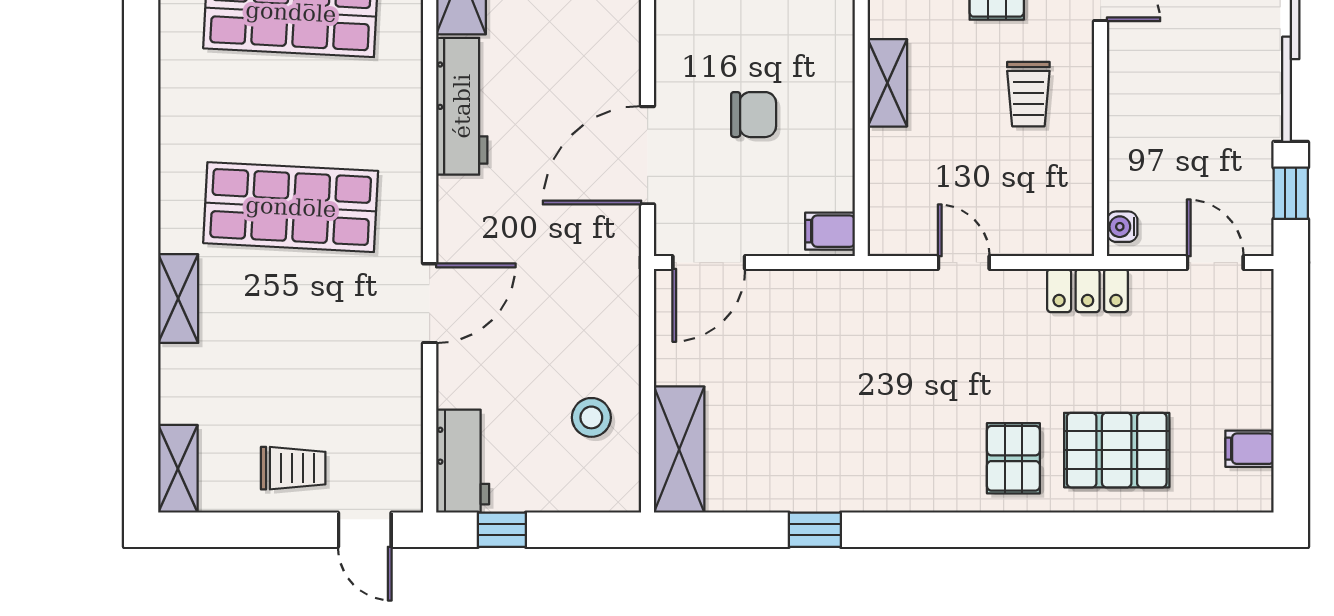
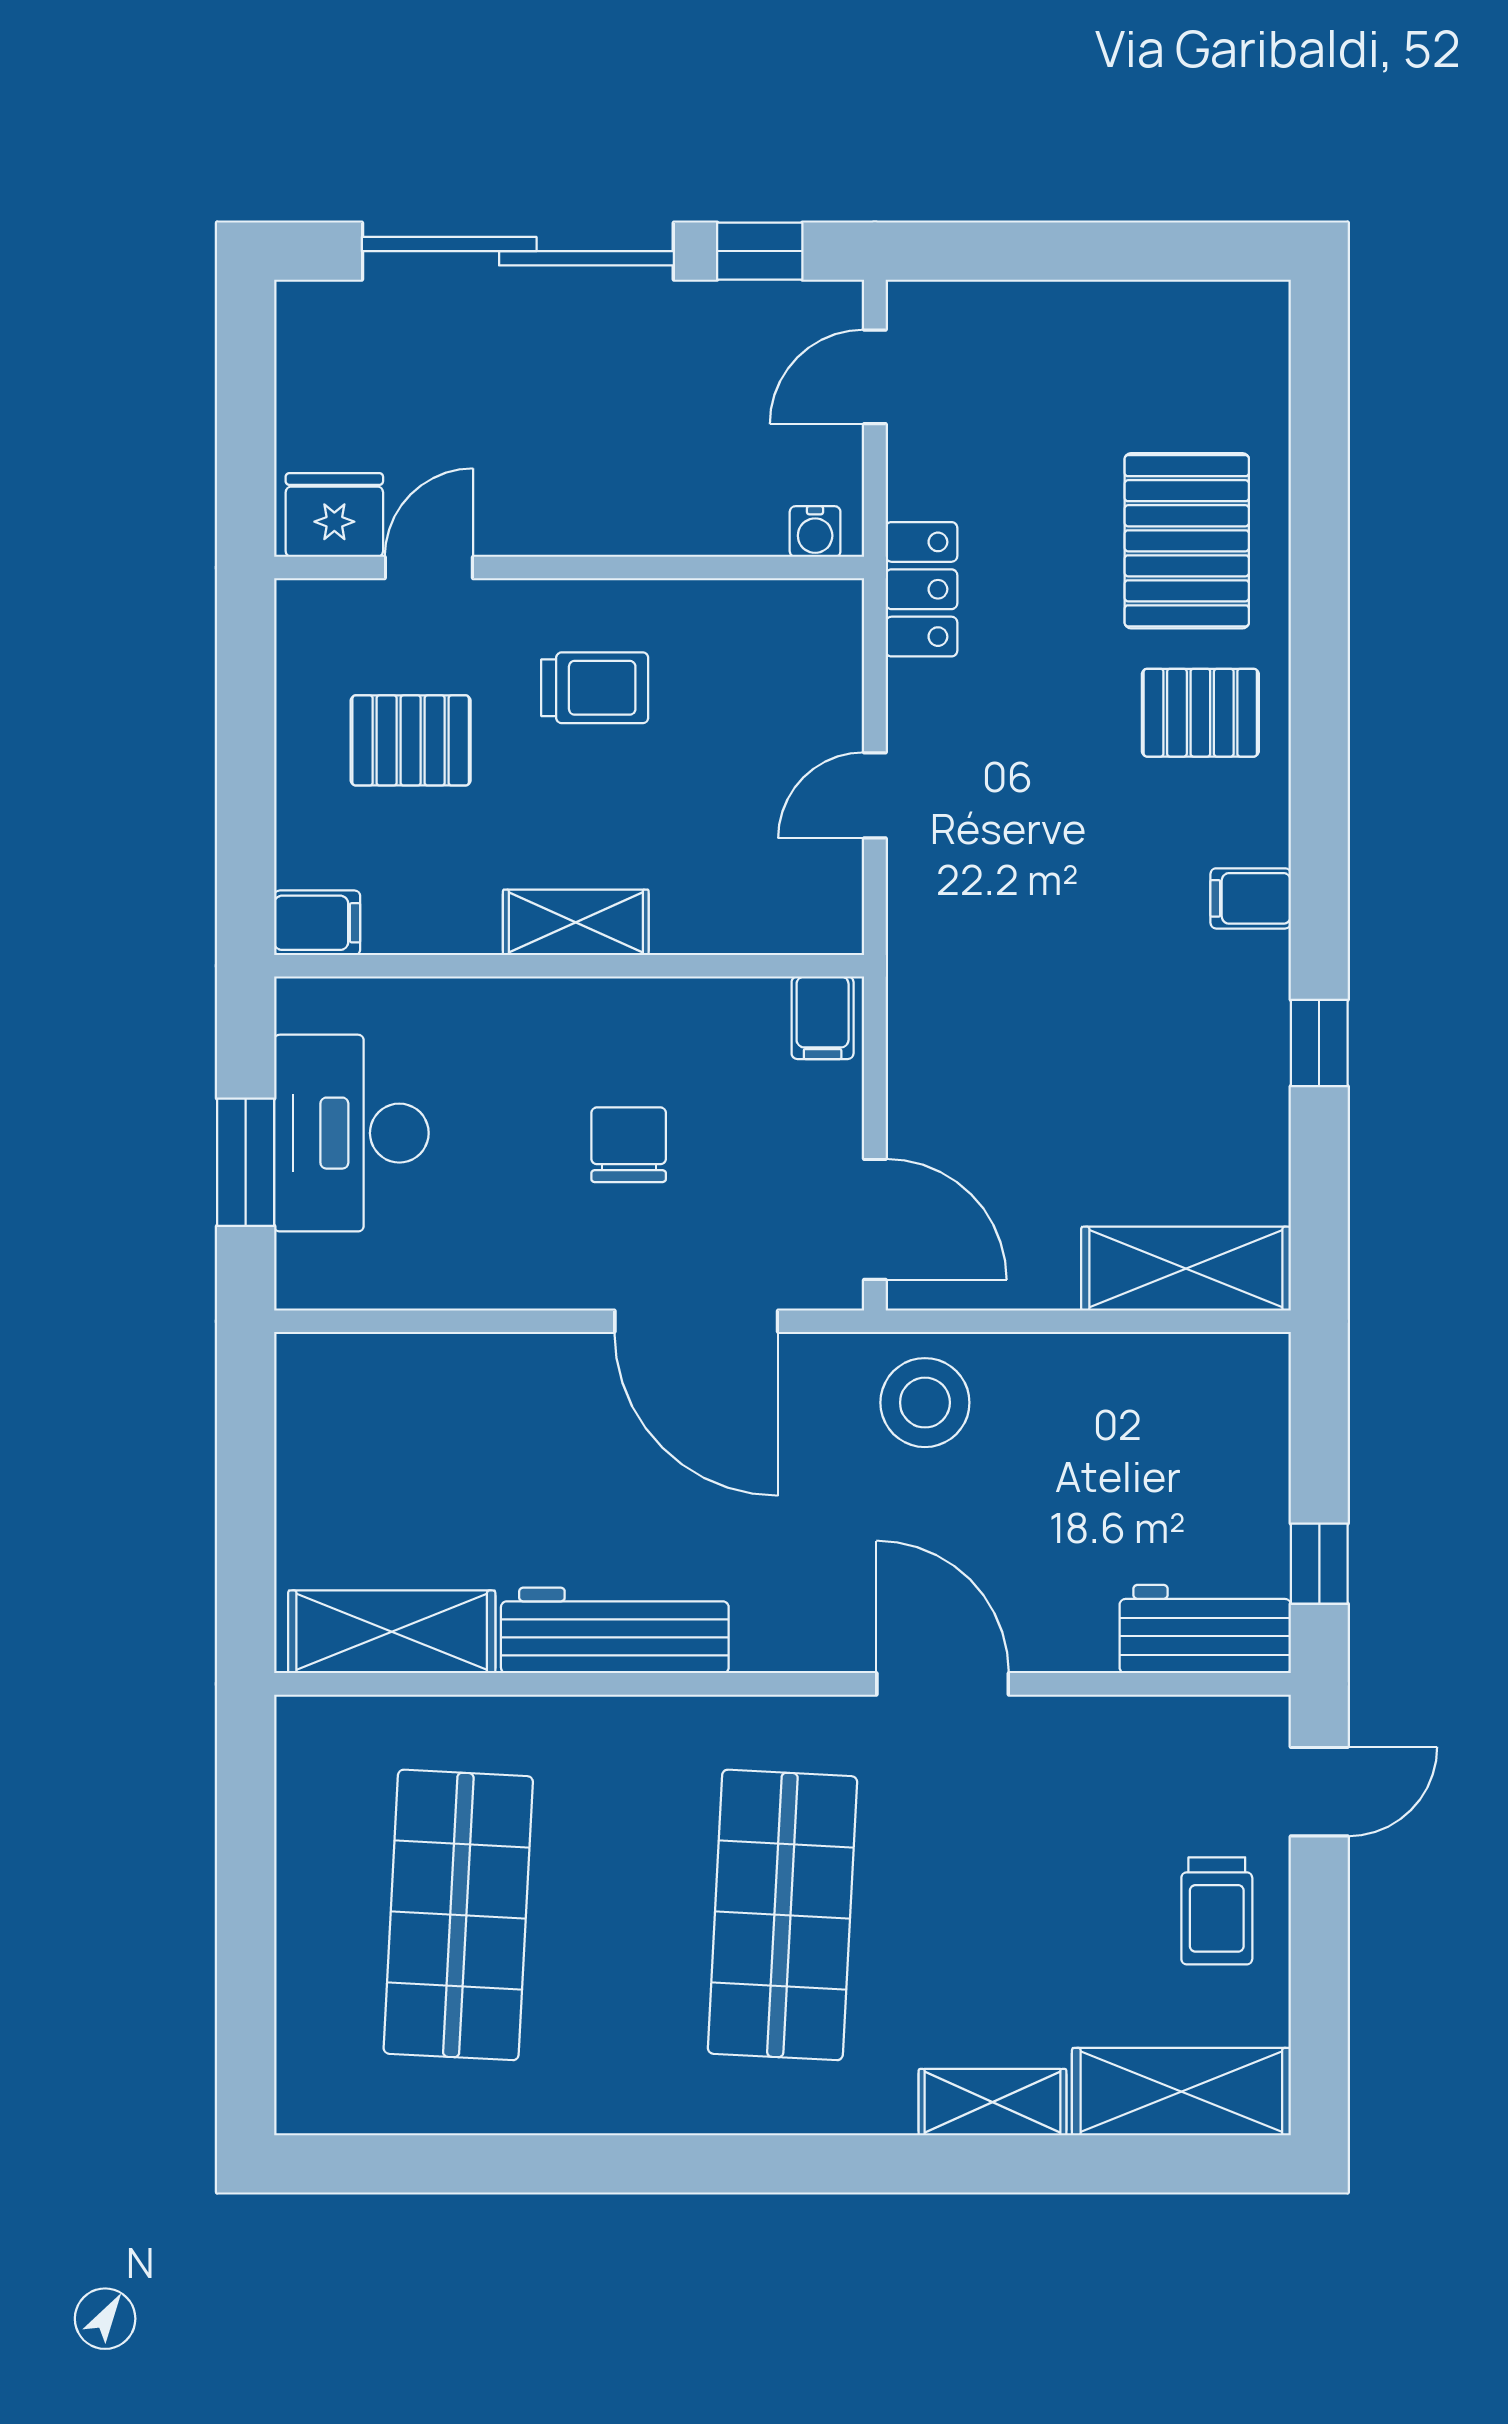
shelving: (178, 299) -> (992, 2102), moved
stool: (591, 417) -> (925, 1403), moved, width x1.38, depth x1.38
filing cabinet: (1250, 449) -> (1251, 898), moved, turned 90
trolley: (293, 468) -> (1217, 1911), turned 180
shelving: (178, 469) -> (1181, 2092), width x1.50, depth x1.33

